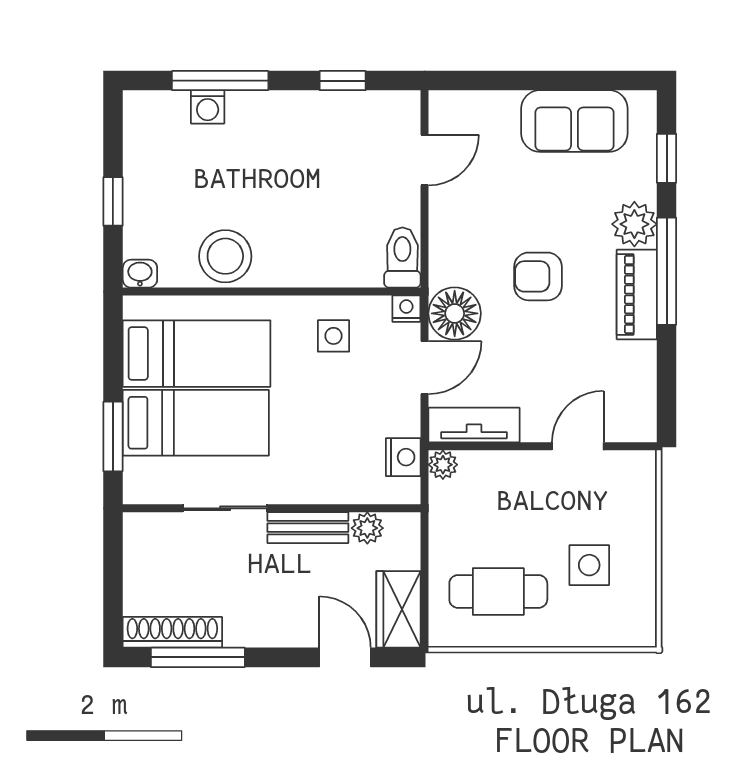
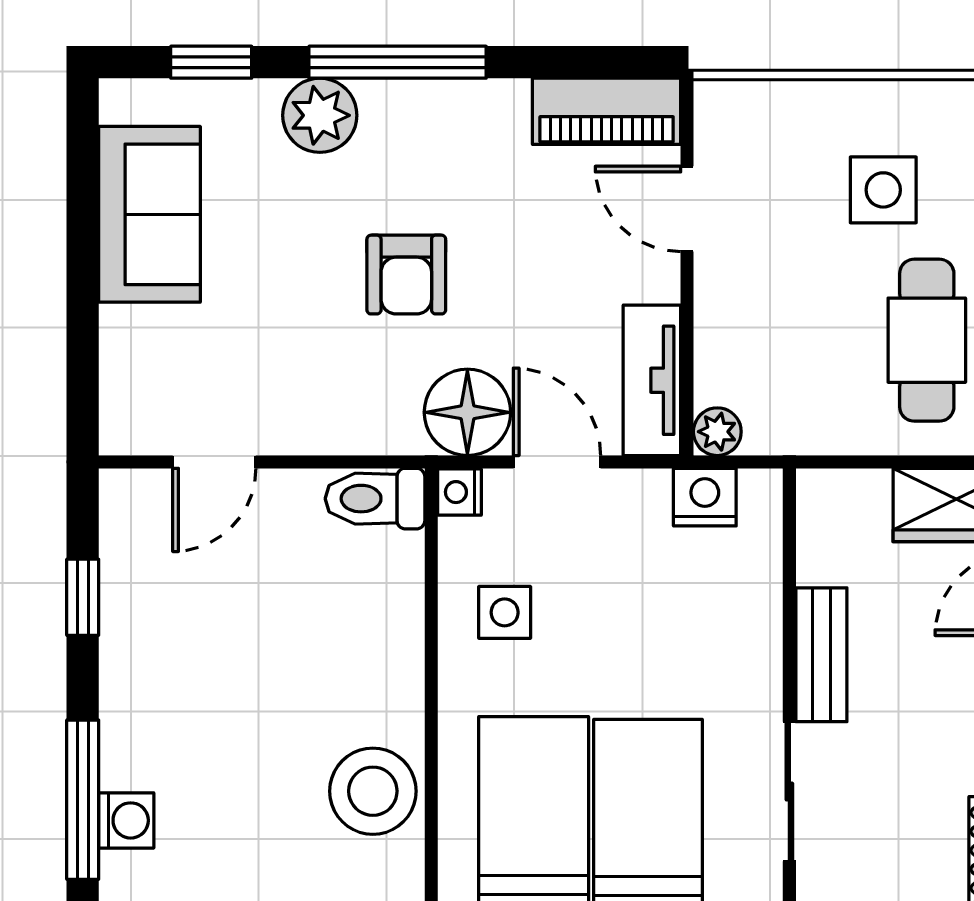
door: (425, 160) -> (214, 462), swing flipped
piano: (637, 294) -> (607, 111), moved
plant: (367, 528) -> (822, 557), removed

